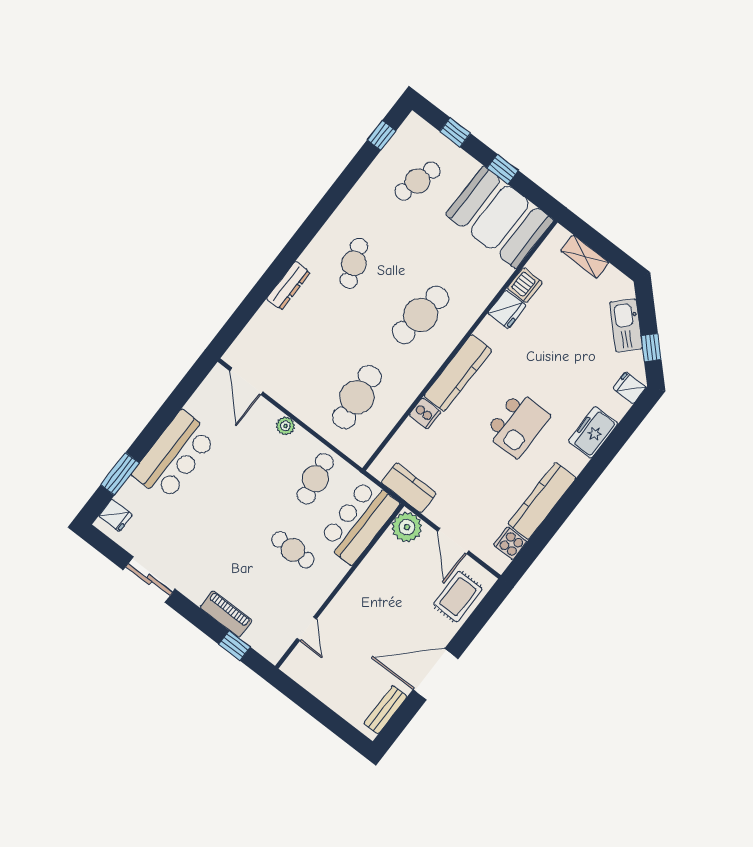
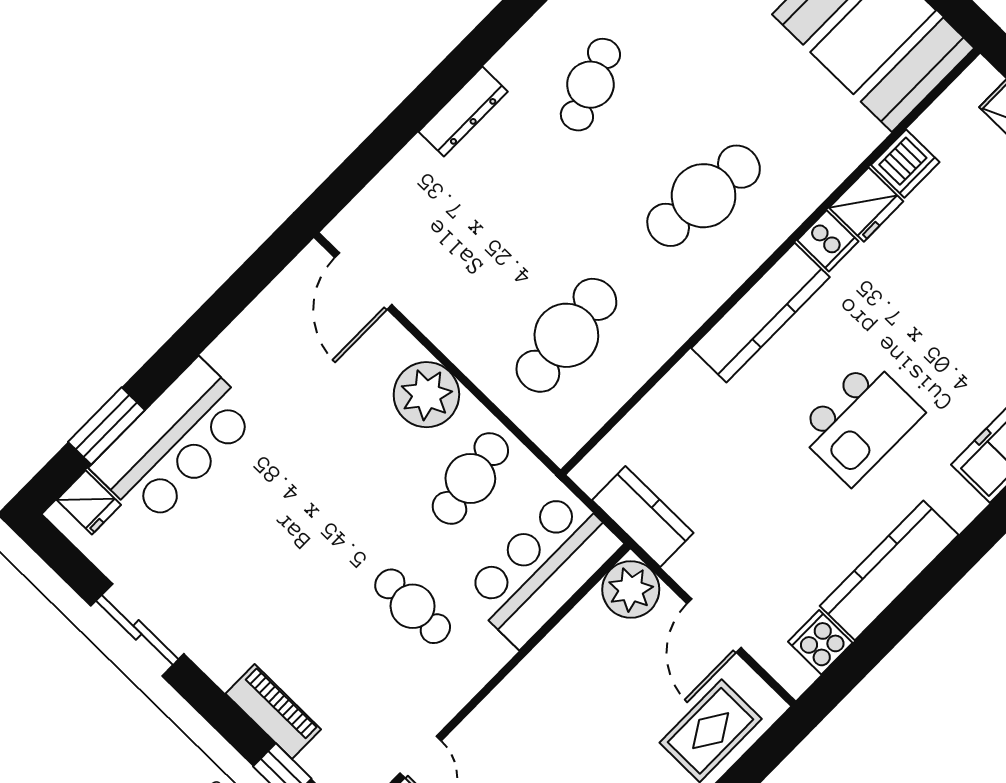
cooker: (425, 414) -> (828, 241), moved
plant: (285, 426) -> (426, 395), width x1.88, depth x1.88
bar counter: (174, 456) -> (175, 442), moved

